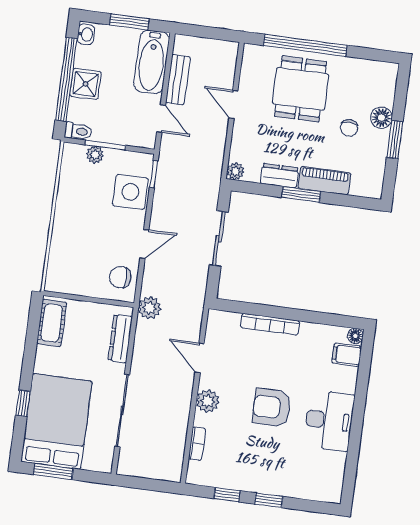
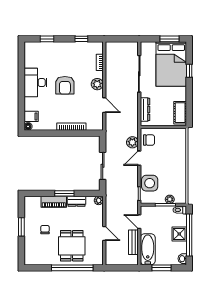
floor lamp: (381, 118) -> (30, 237), removed
plant: (150, 308) -> (132, 142), moved
armchair: (272, 407) -> (65, 85), turned 90
window: (269, 500) -> (47, 39), moved

